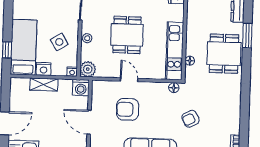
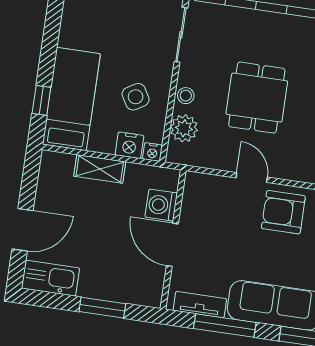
nightstand: (44, 69) -> (129, 145), moved
plant: (88, 69) -> (184, 128), moved
washing machine: (81, 88) -> (161, 205), moved, turned 90
armchair: (128, 109) -> (283, 212), moved

